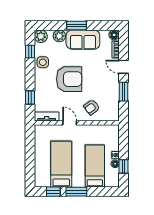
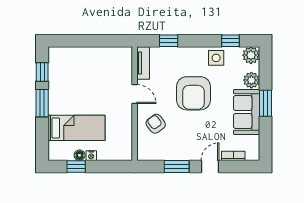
floor lamp: (114, 35) -> (253, 154), removed
door: (70, 123) -> (135, 94), hinge flipped
bed: (61, 164) -> (79, 83), removed

